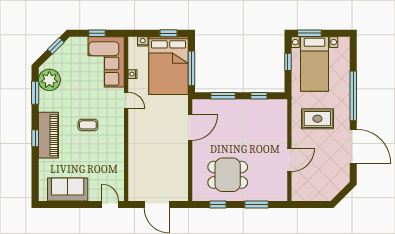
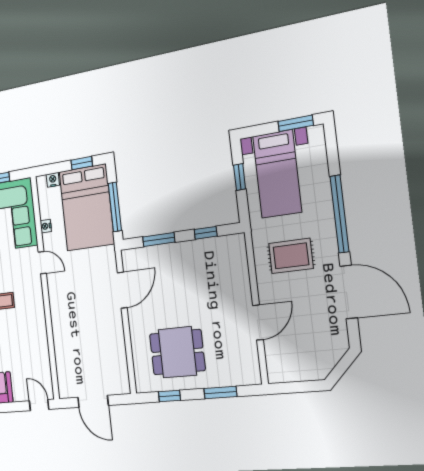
window: (309, 33) -> (296, 123), moved

